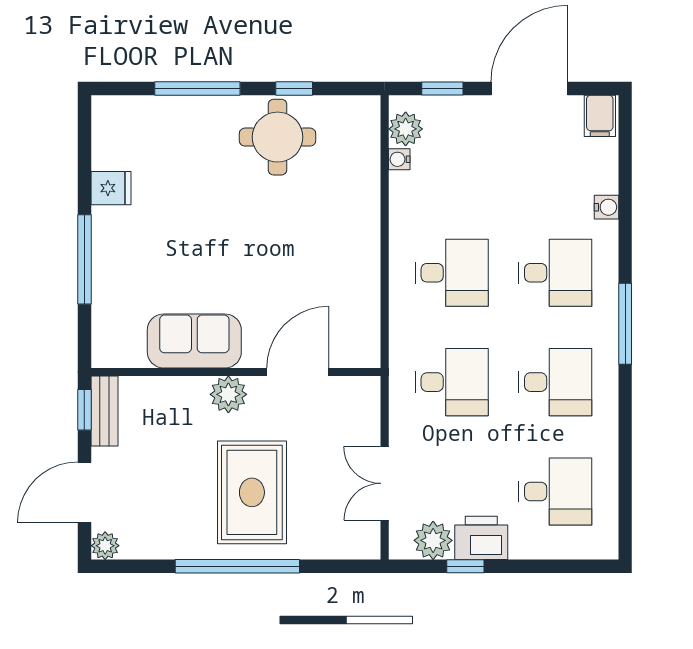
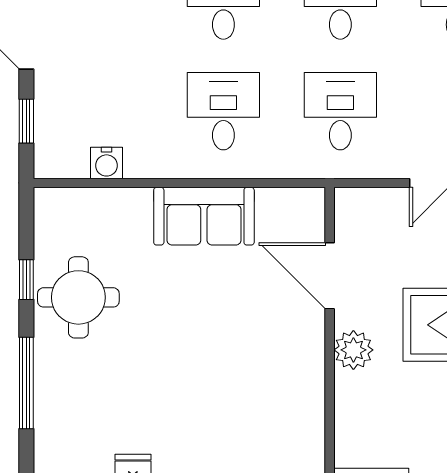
plant: (406, 129) -> (70, 161), removed
water cooler: (399, 159) -> (106, 163), width x1.38, depth x1.38
sofa: (194, 341) -> (204, 216), moved, turned -90

